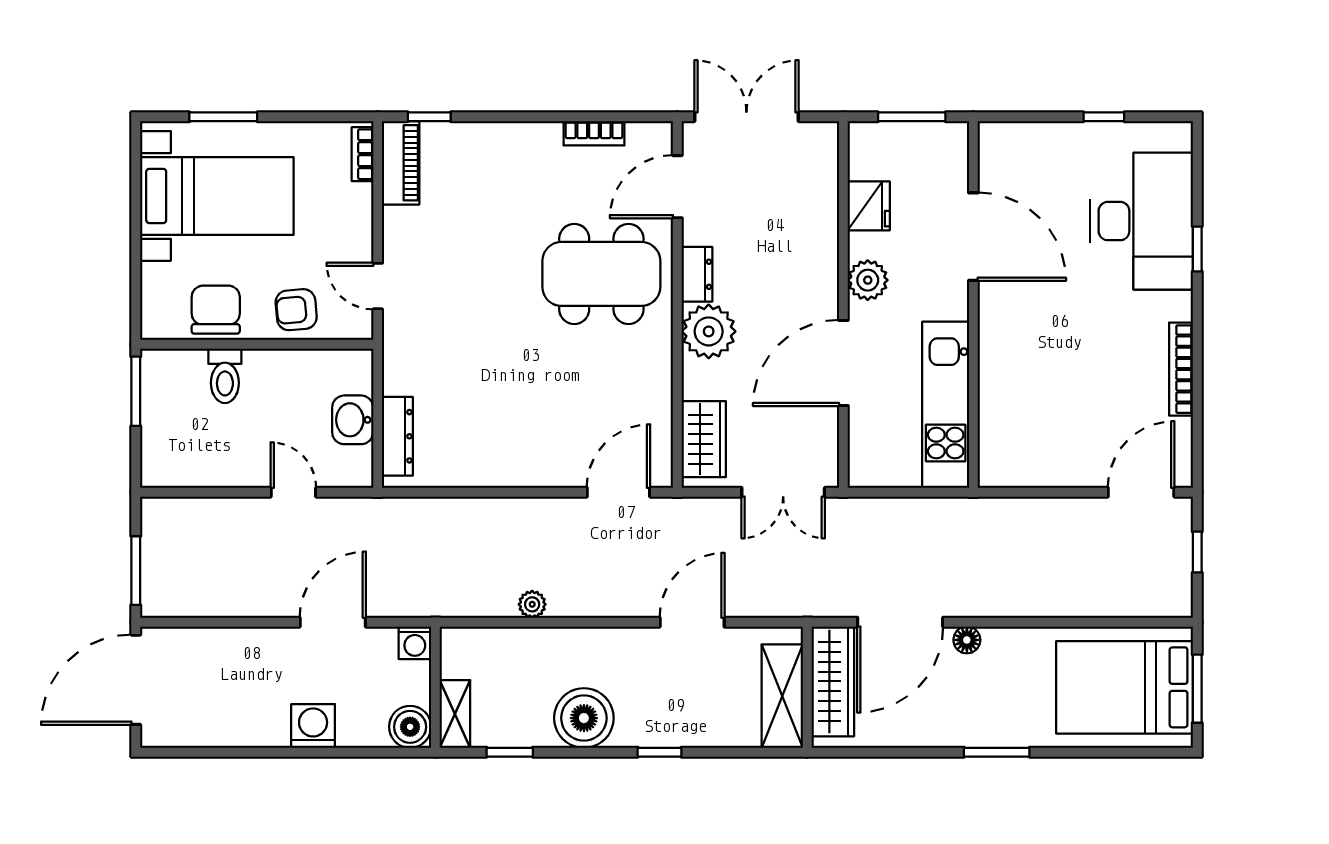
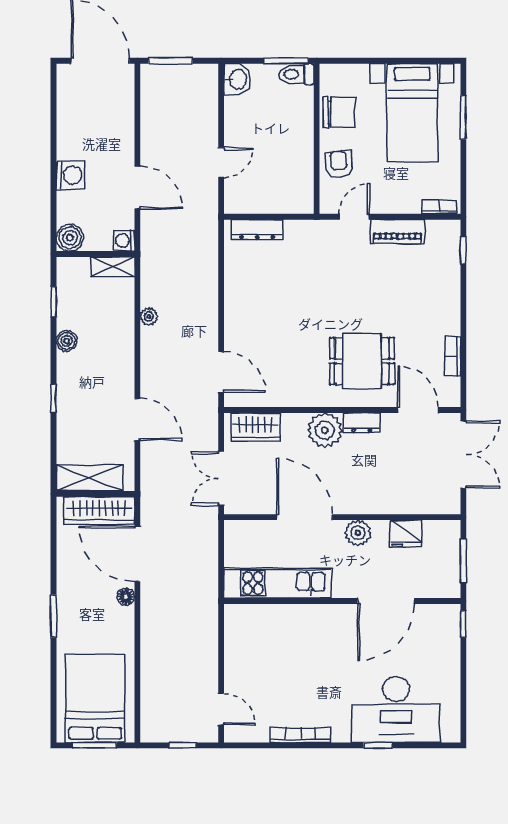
window: (1104, 117) -> (463, 624), moved
piano: (401, 163) -> (398, 232), moved
dining table: (601, 274) -> (362, 361), width x0.73
toilet: (225, 376) -> (296, 74), moved
washbasin: (353, 420) -> (237, 79), moved, turned 90
door: (1141, 492) -> (221, 709), width x0.73
shelving: (455, 714) -> (113, 267), moved
boiler: (584, 718) -> (67, 341), width x0.54, depth x0.54

